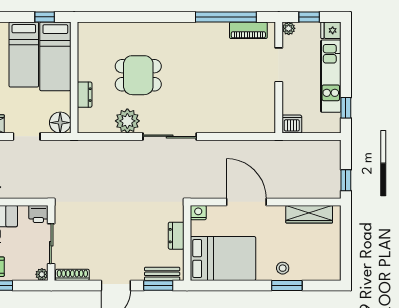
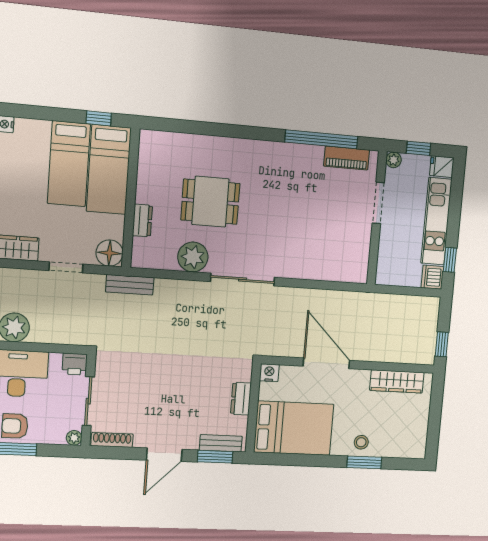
dishwasher: (292, 124) -> (432, 277), moved, turned -90
bench: (78, 147) -> (130, 285), added

